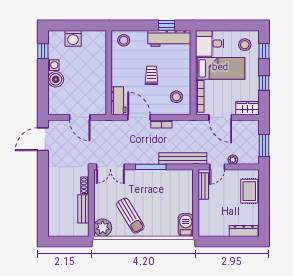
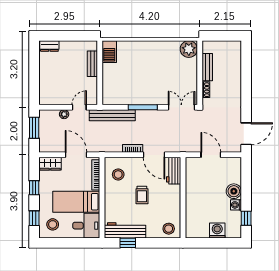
bench: (203, 186) -> (92, 64), moved
rug: (249, 191) -> (48, 84), removed
sun lounger: (130, 216) -> (162, 61), removed
dresser: (244, 231) -> (49, 46), width x0.70

